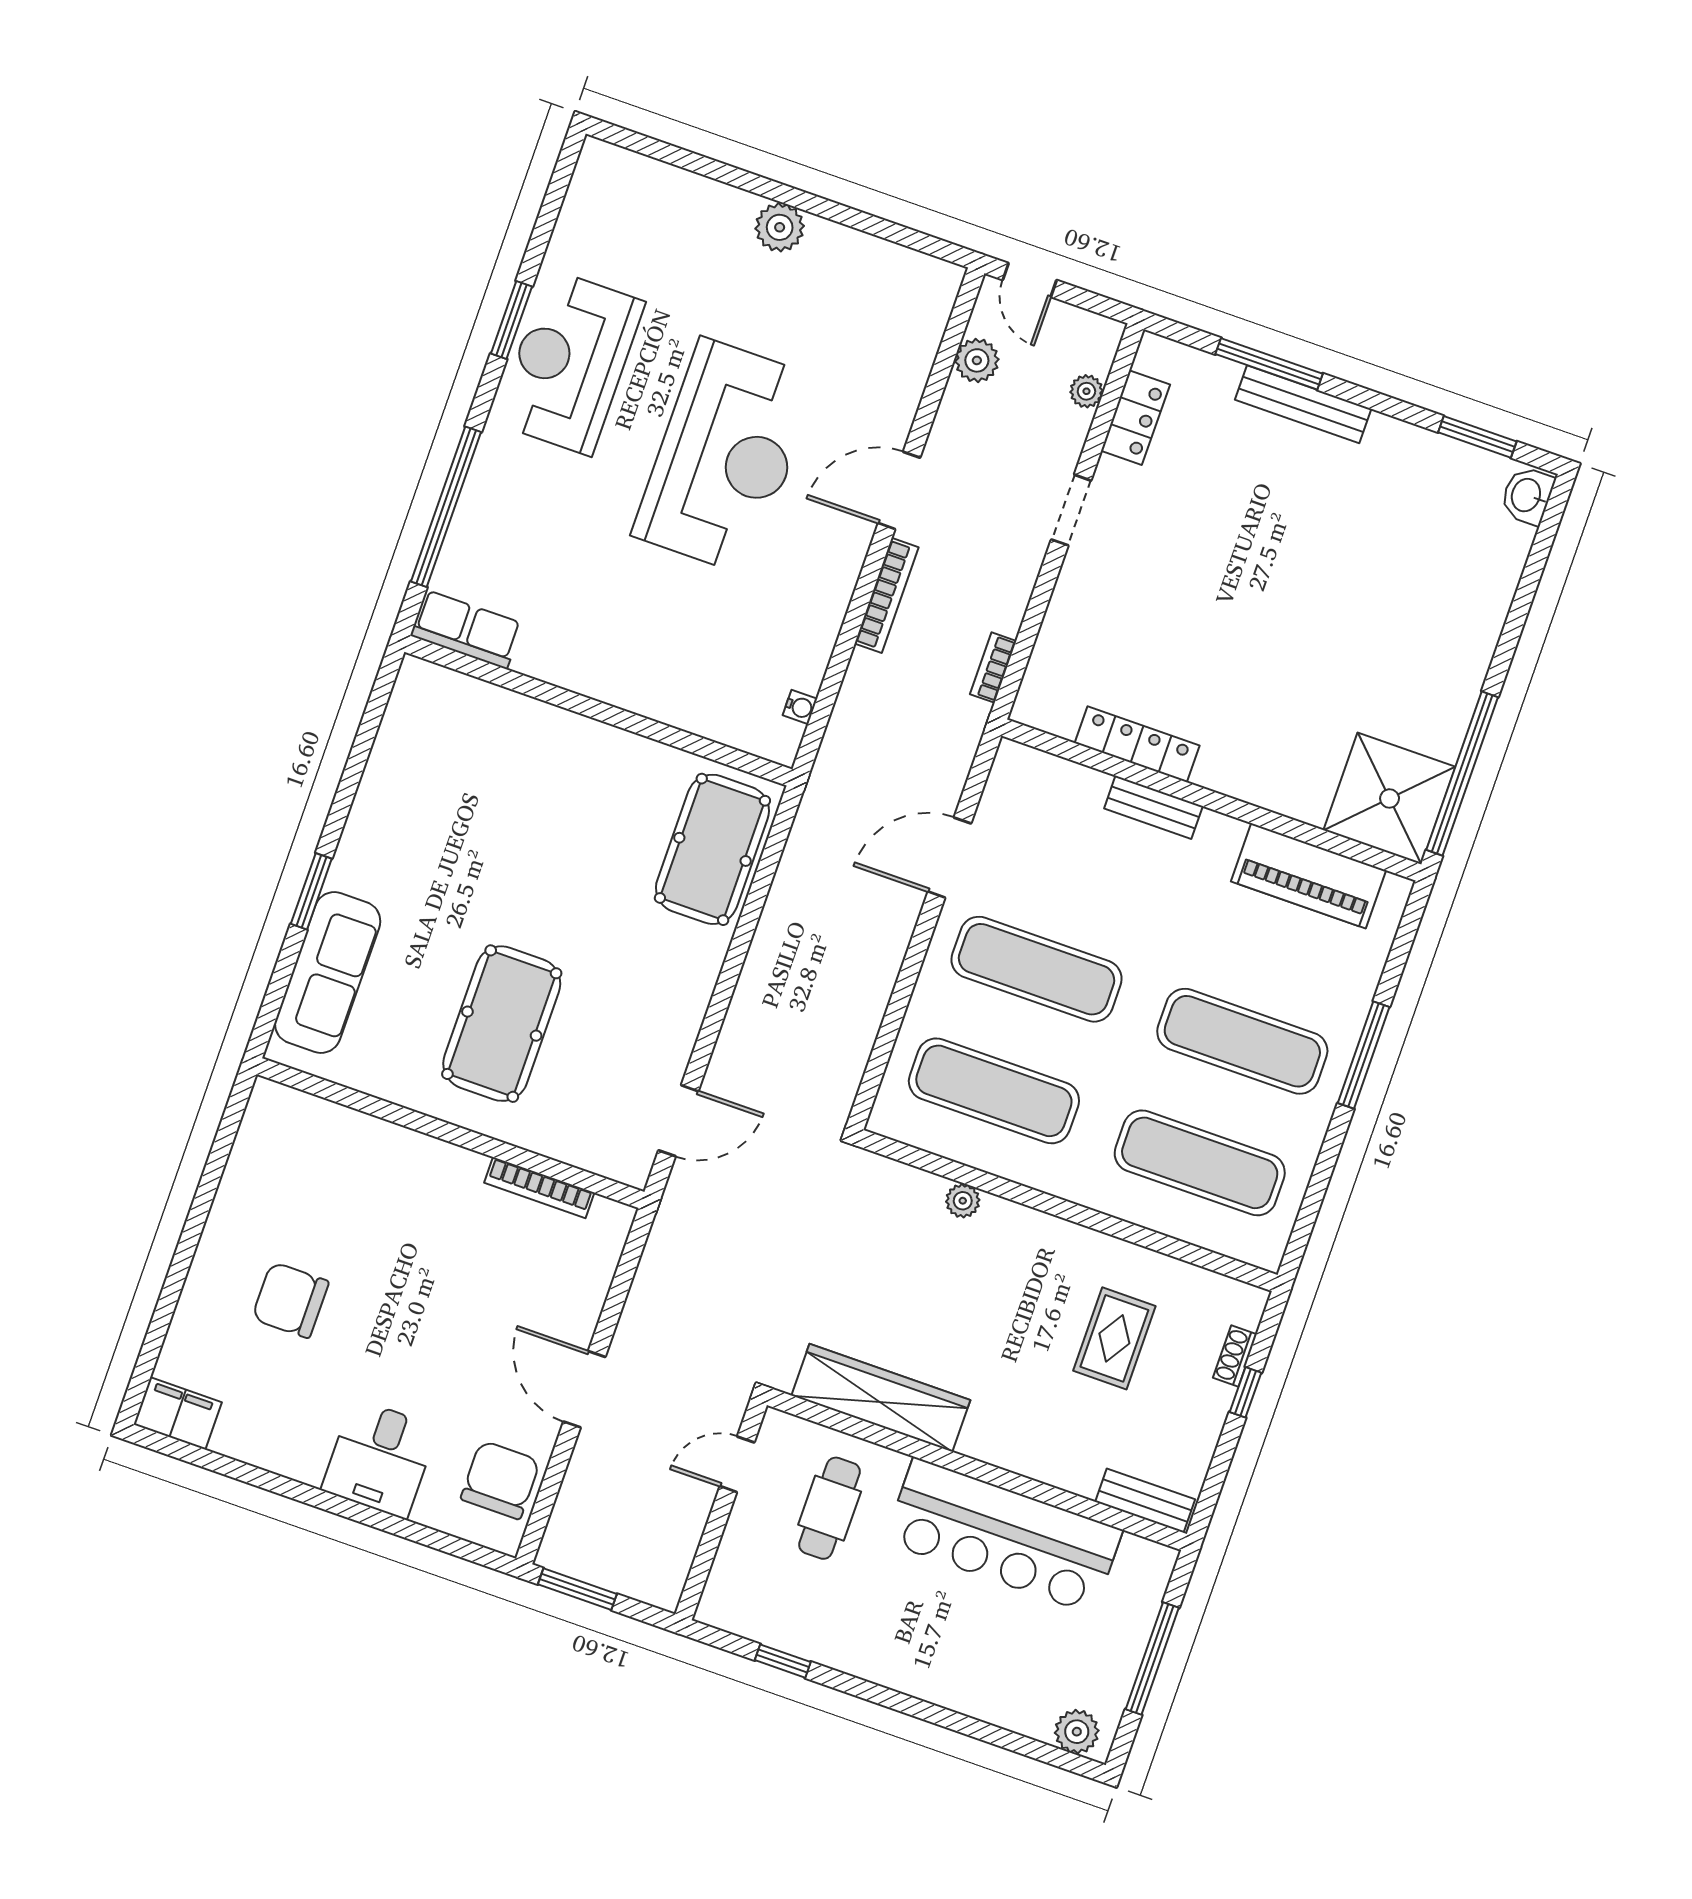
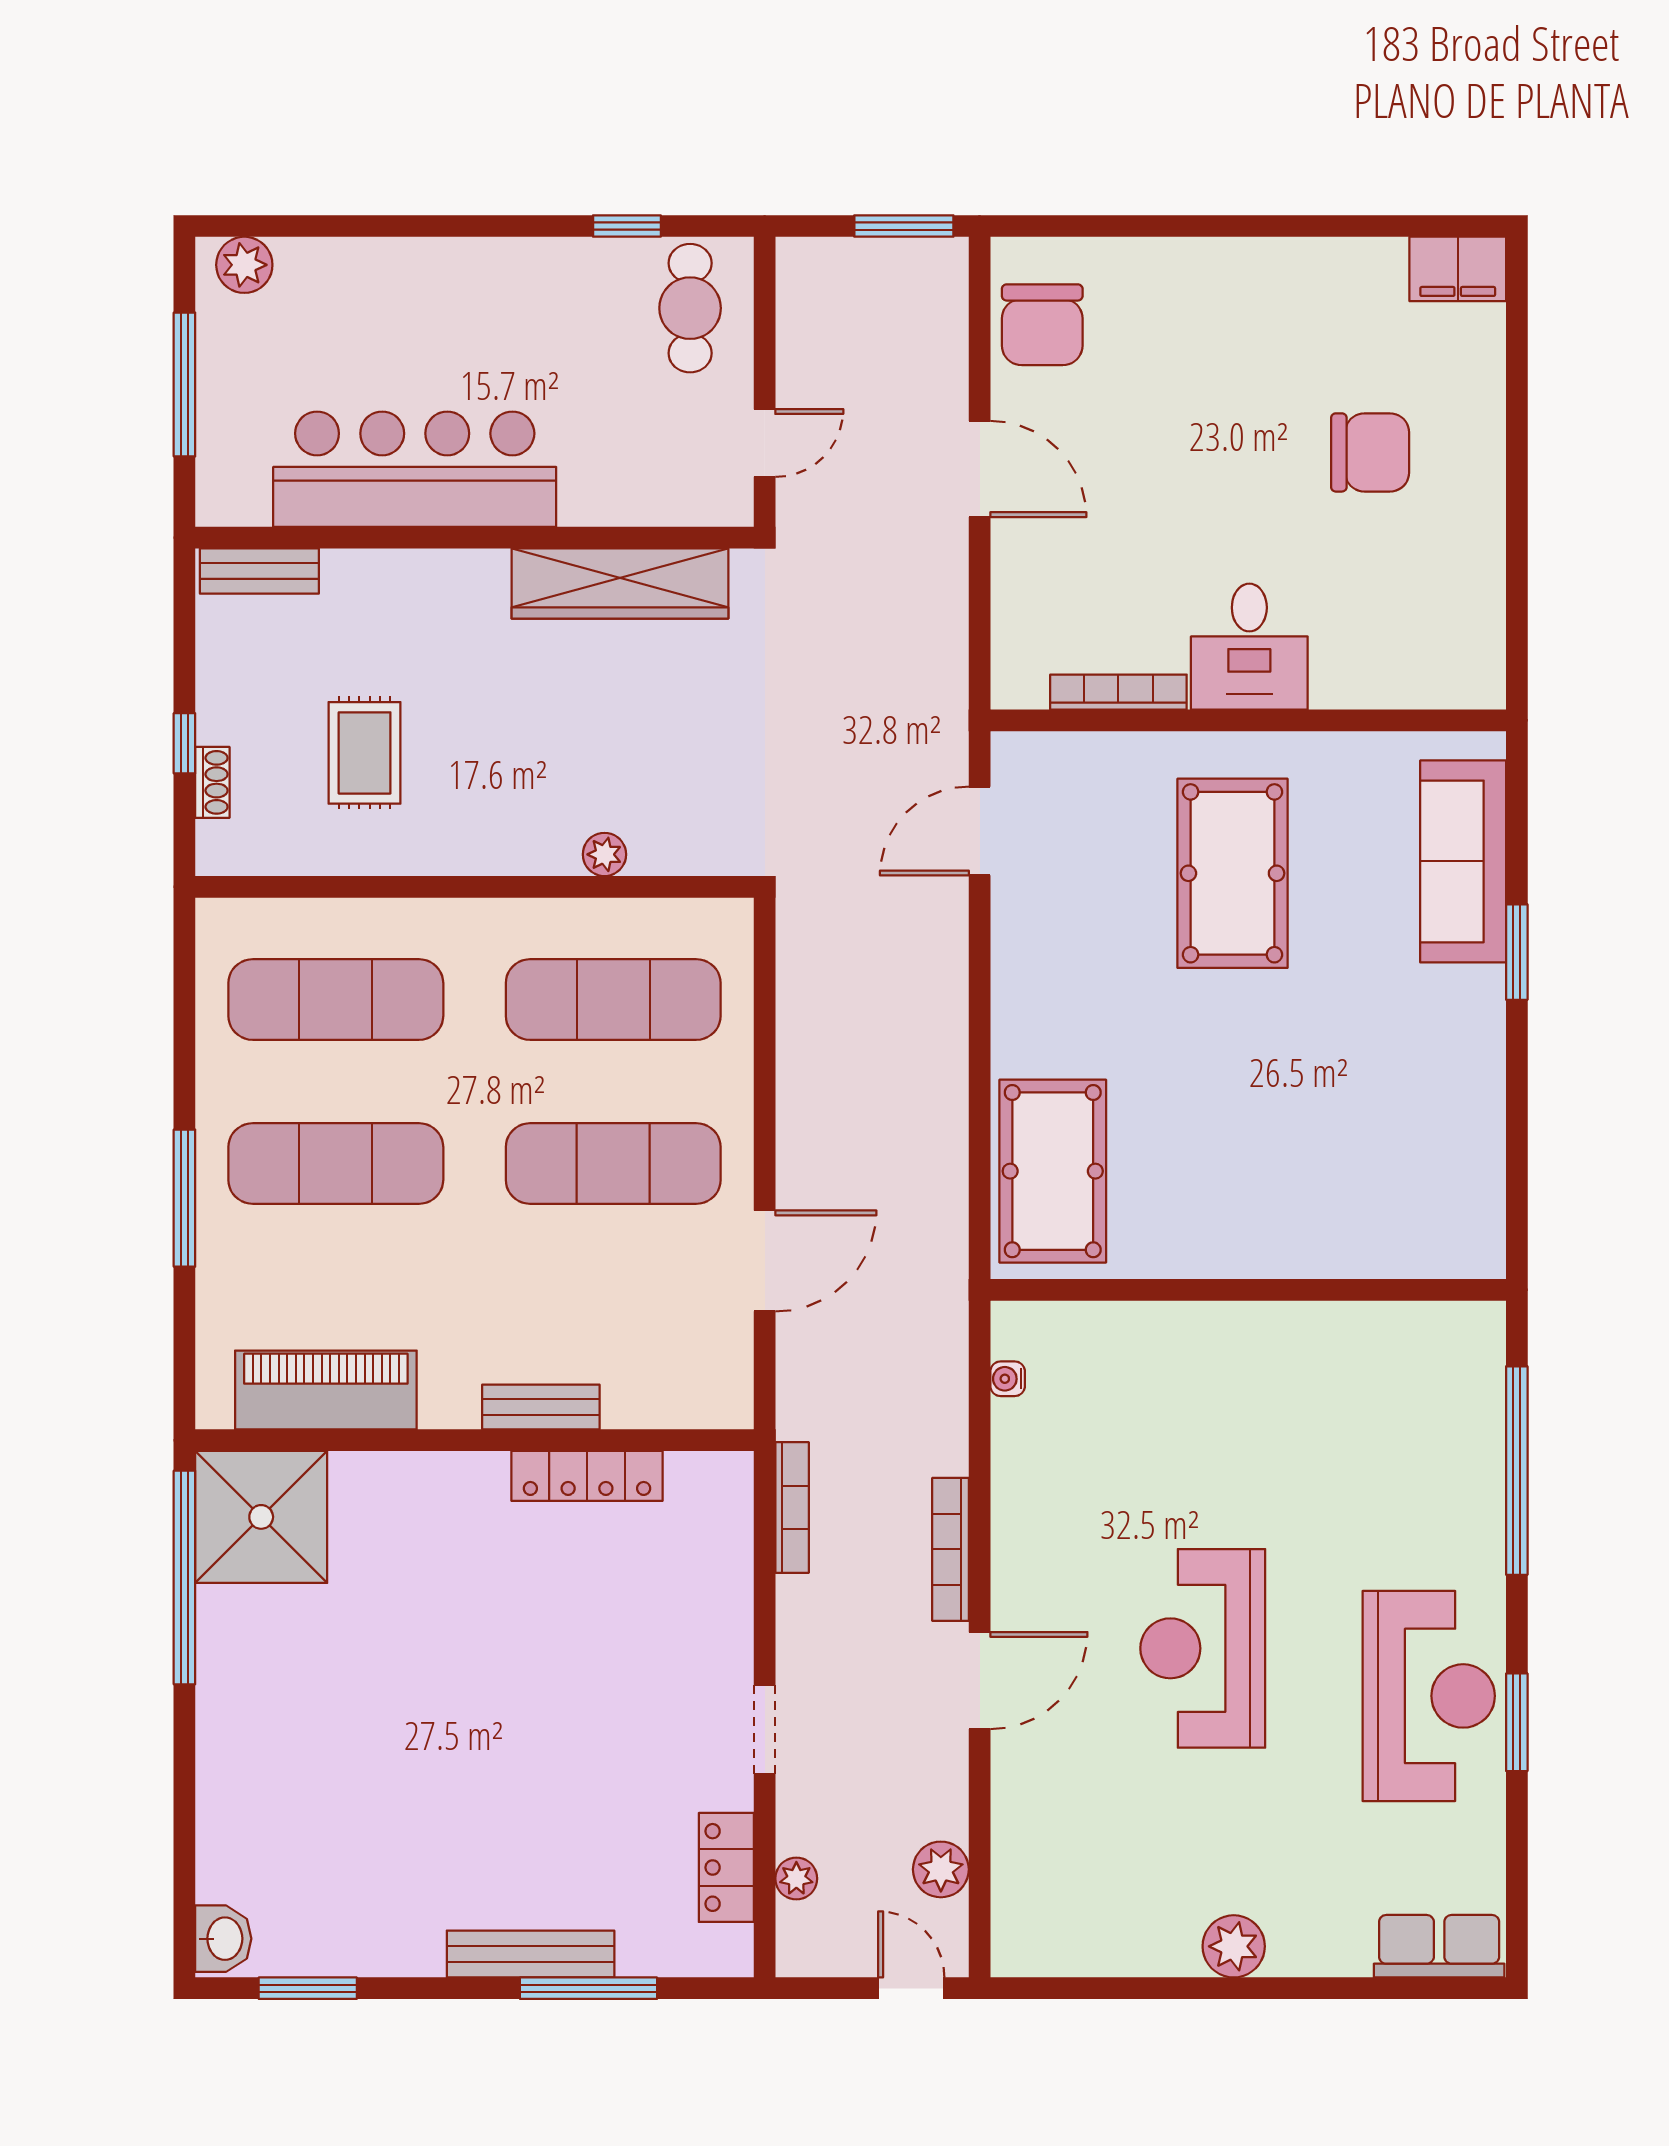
reception desk: (725, 456) -> (1203, 1648), width x0.74, depth x0.77
row of seats: (466, 629) -> (1439, 1946), moved, turned 180
bookcase: (993, 668) -> (792, 1507), width x1.56
desk: (380, 1459) -> (1249, 647), moved, turned 180
cafe table: (830, 1508) -> (690, 308), moved

